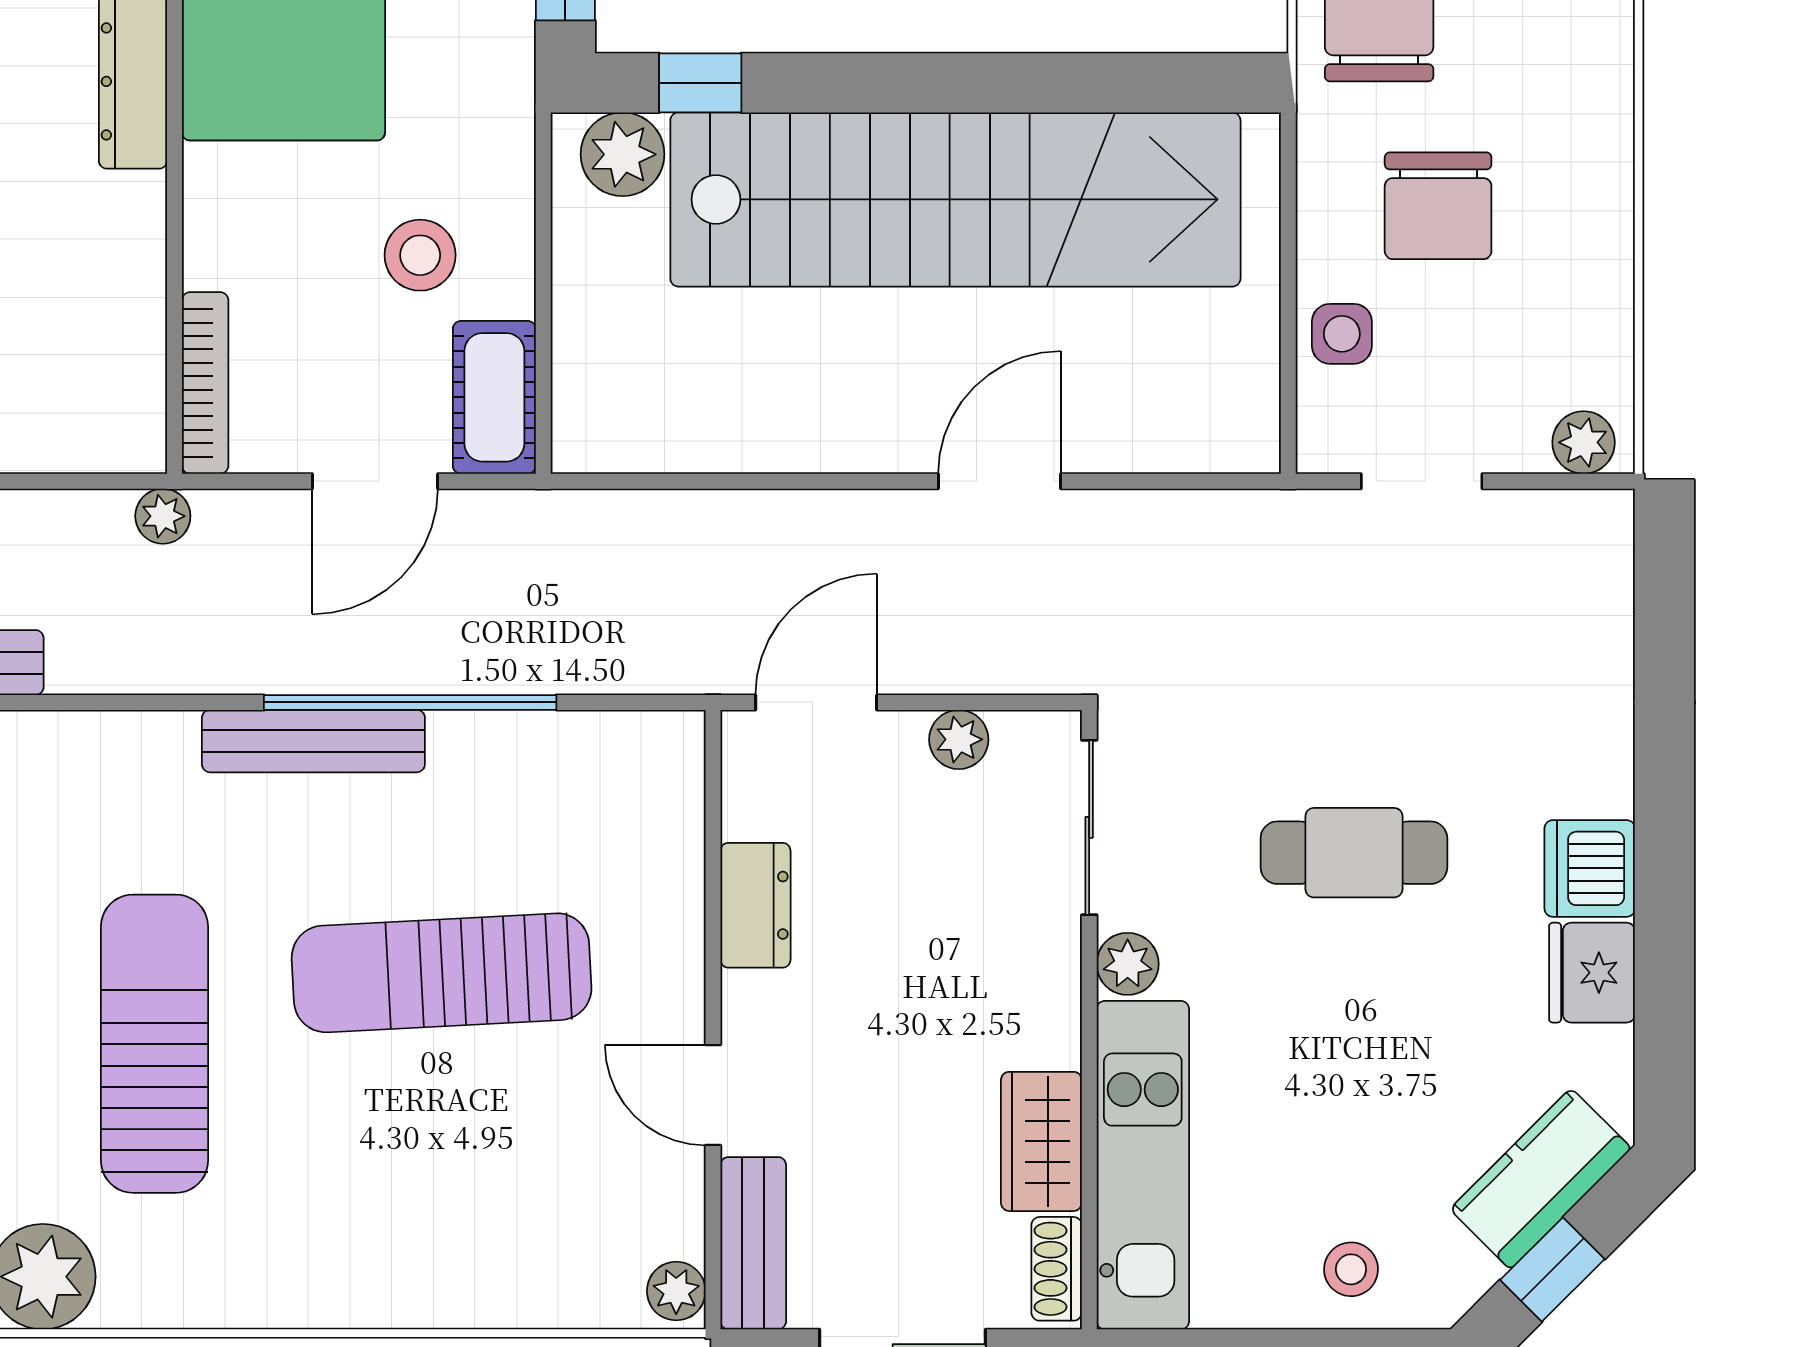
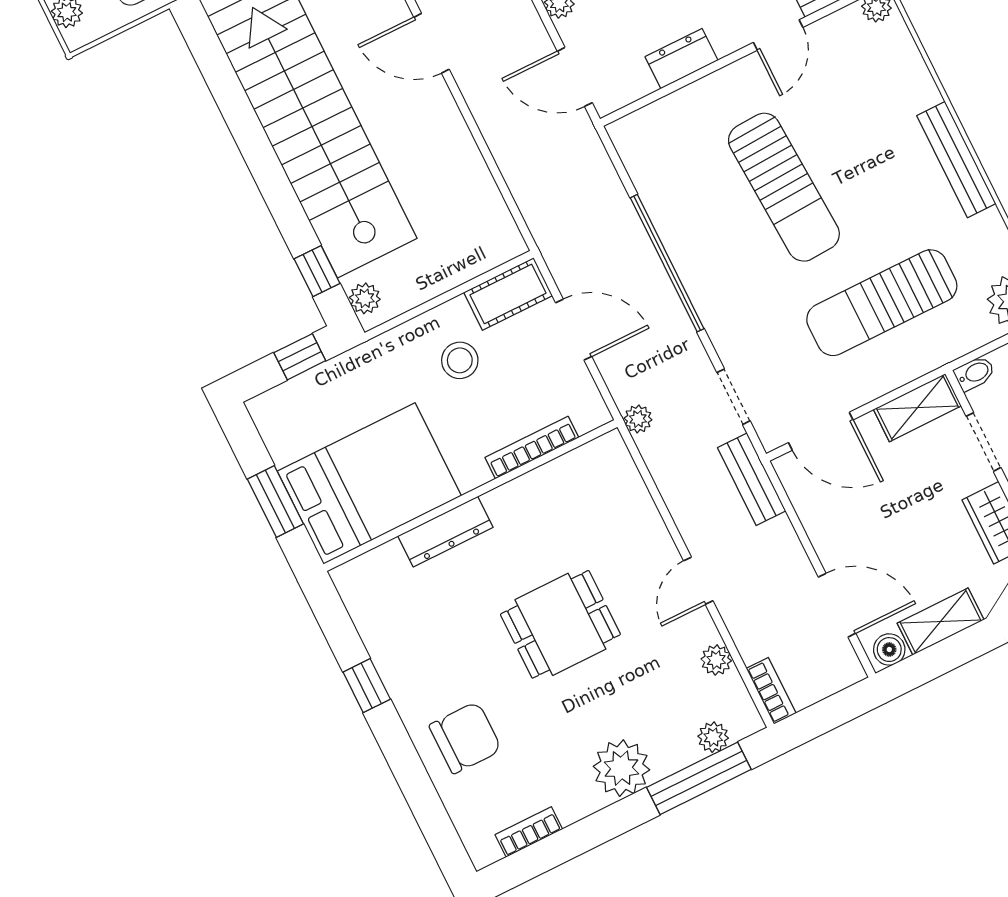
plant: (622, 154) -> (365, 298), width x0.73, depth x0.73
bookcase: (205, 383) -> (532, 447), moved
doorway: (119, 702) -> (733, 397), added
bench: (313, 741) -> (956, 160), moved

